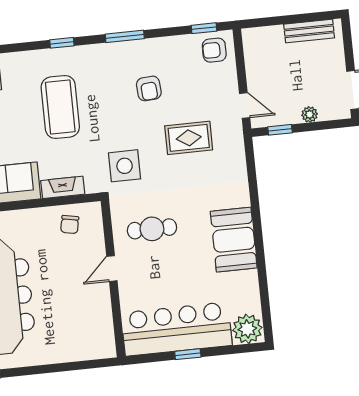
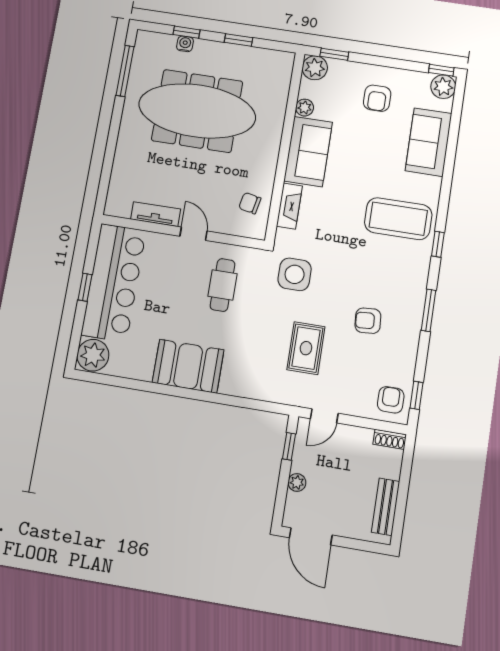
shoe rack: (249, 42) -> (390, 439), added
coffee table: (60, 107) -> (398, 219), moved
tv unit: (103, 309) -> (156, 214), added

